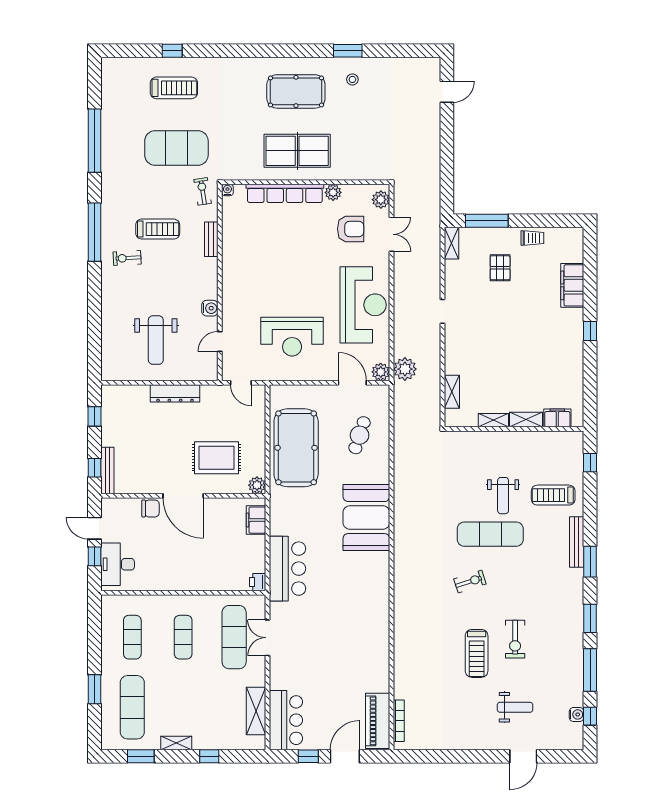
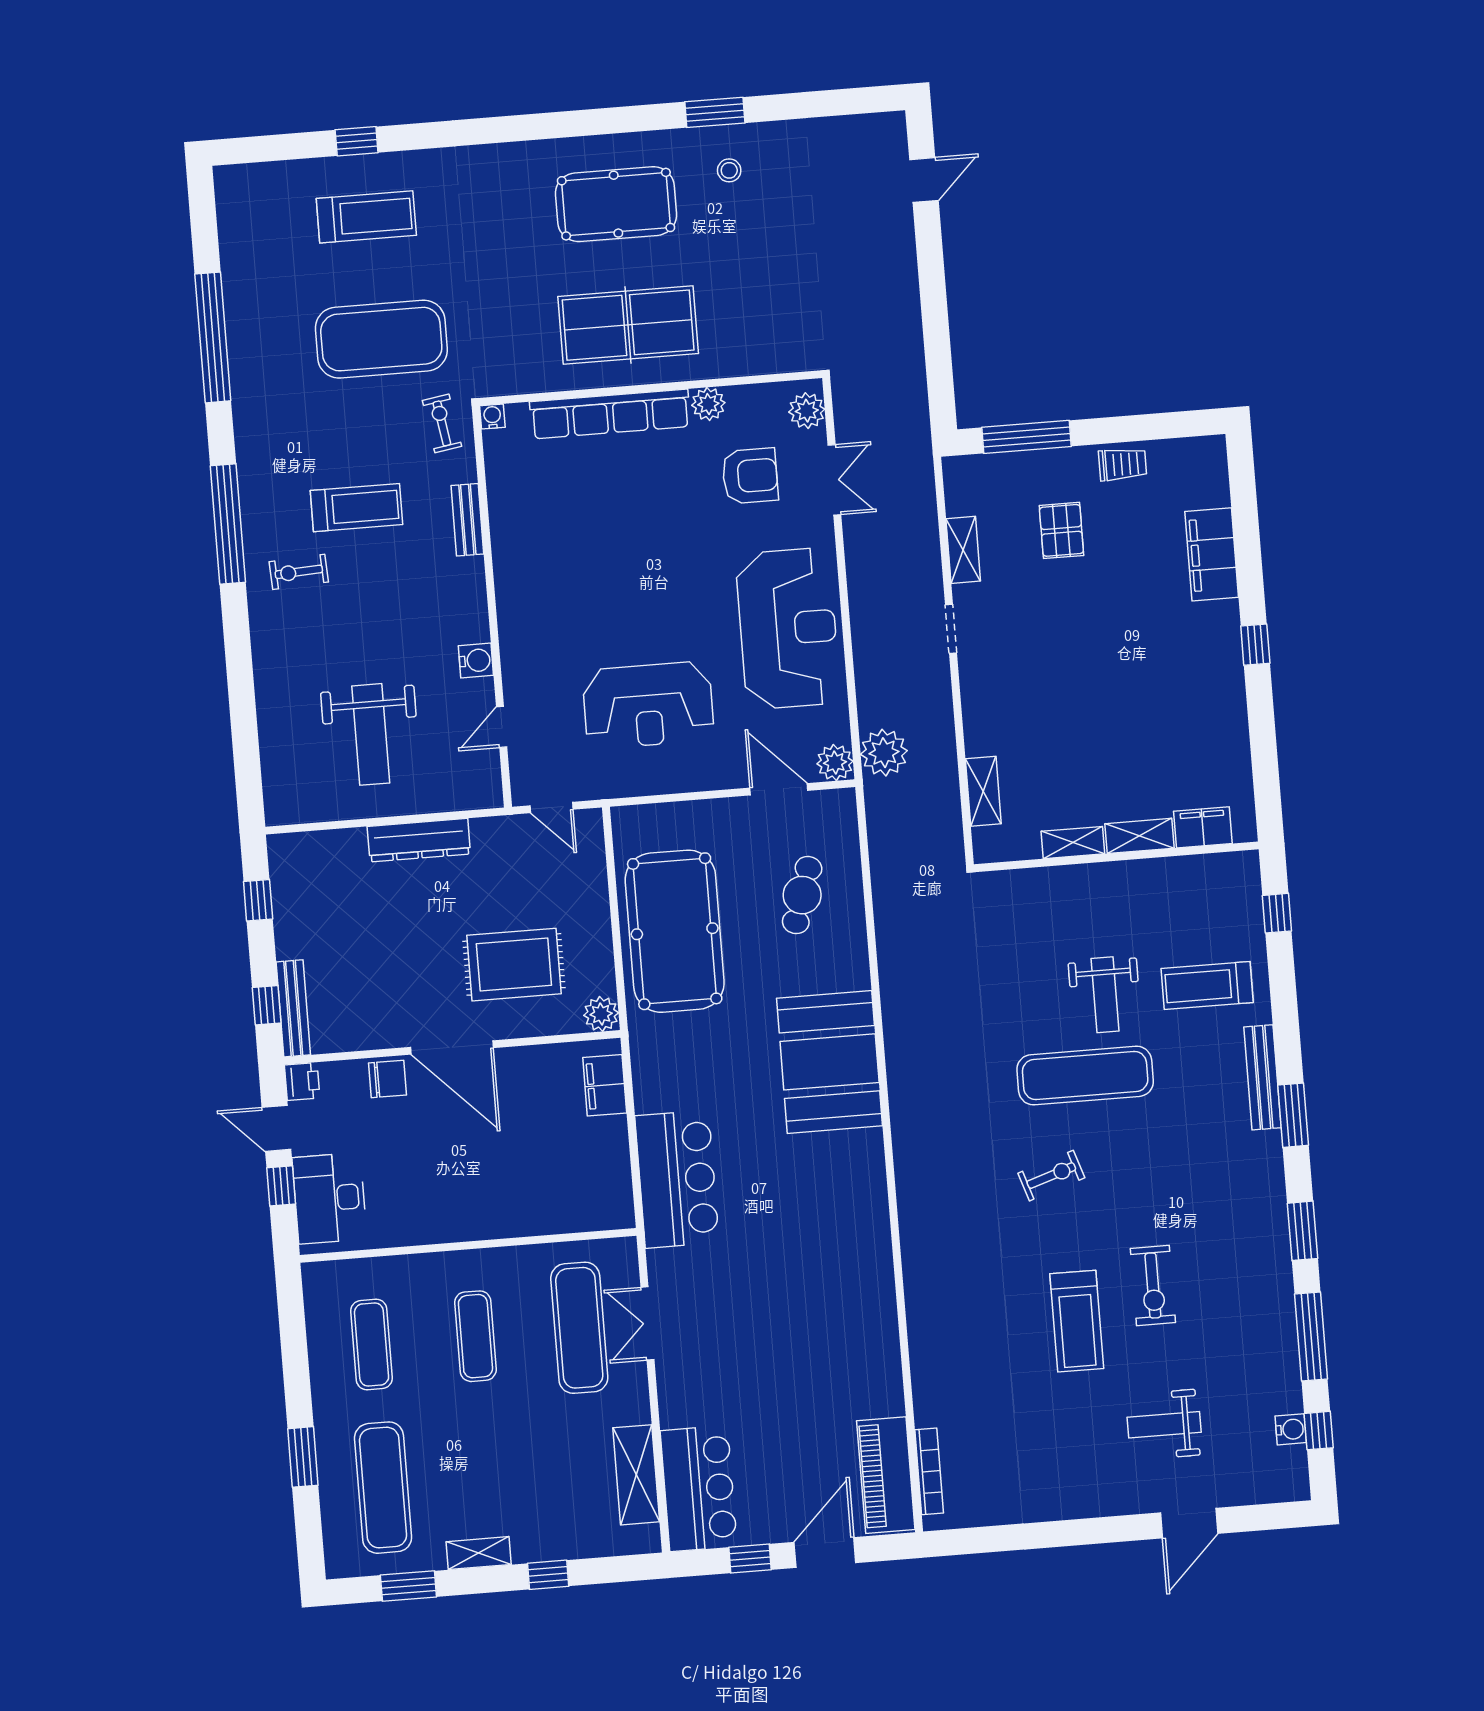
shelving: (452, 243) -> (963, 550), moved
printer: (258, 582) -> (302, 1081), moved, turned 180
weight bench: (515, 707) -> (1164, 1425), turned 180

